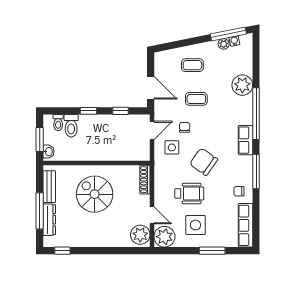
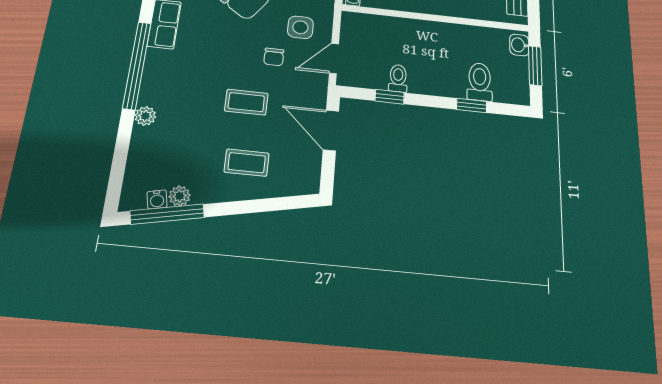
plant: (242, 85) -> (145, 116), width x0.53, depth x0.53
window: (88, 111) -> (472, 105), moved
toilet: (58, 123) -> (398, 78), moved

